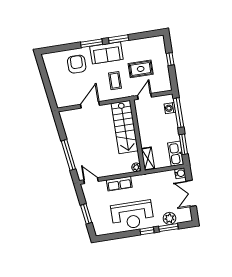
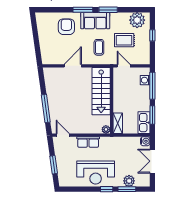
plant: (151, 45) -> (137, 20), added
door: (144, 96) -> (124, 66), hinge flipped

